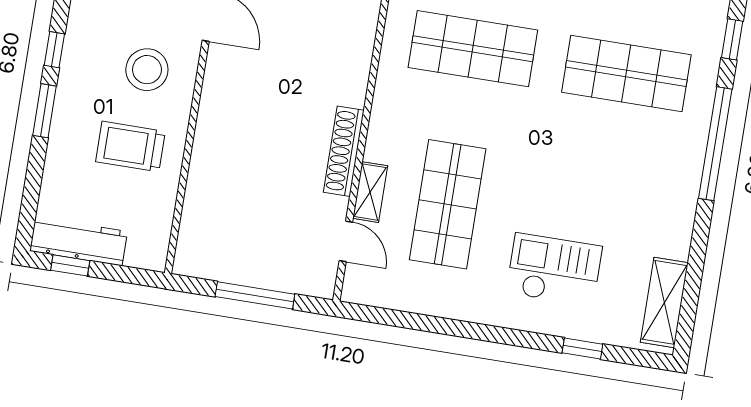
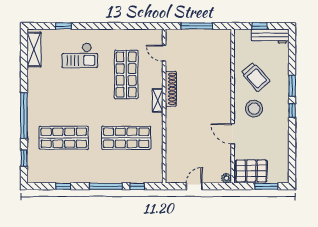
trolley: (130, 146) -> (256, 77), turned 49
shelving: (370, 192) -> (158, 100), moved
window: (70, 265) -> (259, 26), moved

